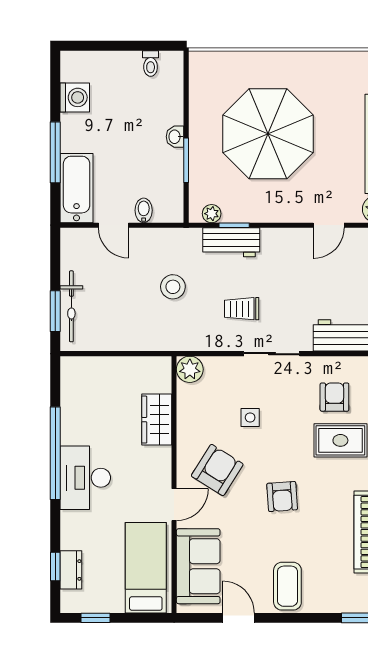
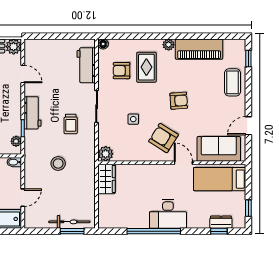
bidet: (144, 210) -> (14, 162), moved
workbench: (231, 242) -> (33, 113), moved
wardrobe: (157, 420) -> (107, 179), moved, turned -90
coffee table: (287, 586) -> (233, 82), moved, turned 90

